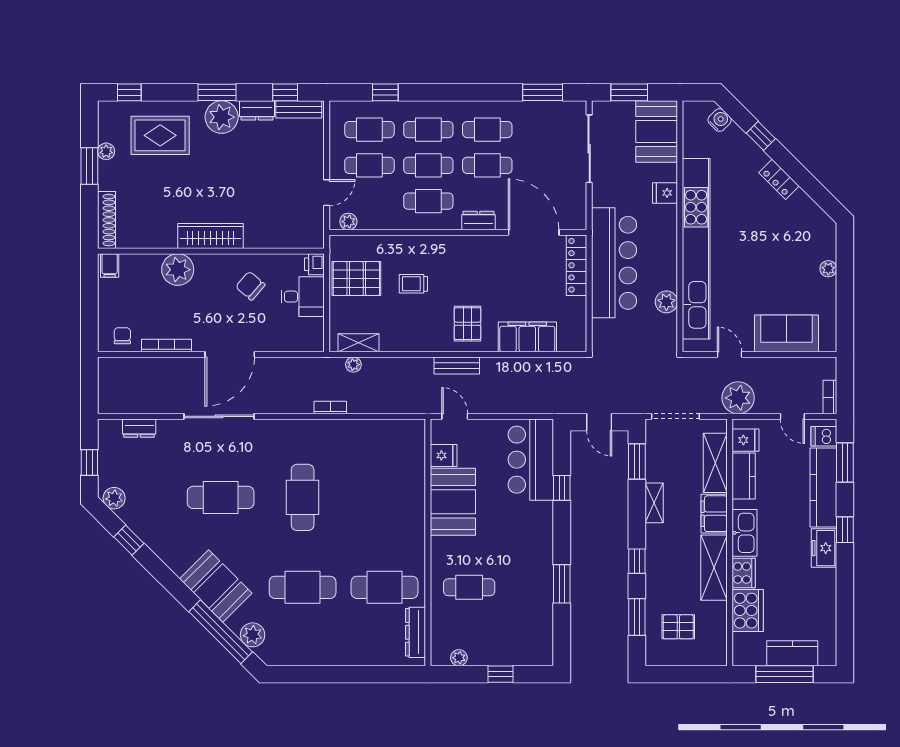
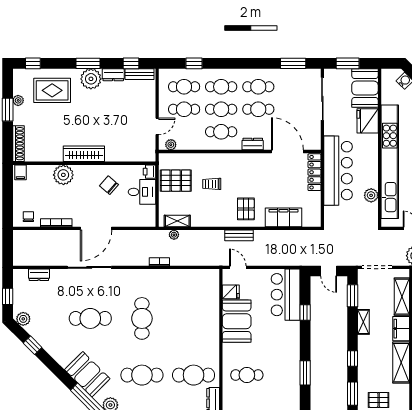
fridge: (665, 193) -> (368, 121), width x1.88, depth x1.34

